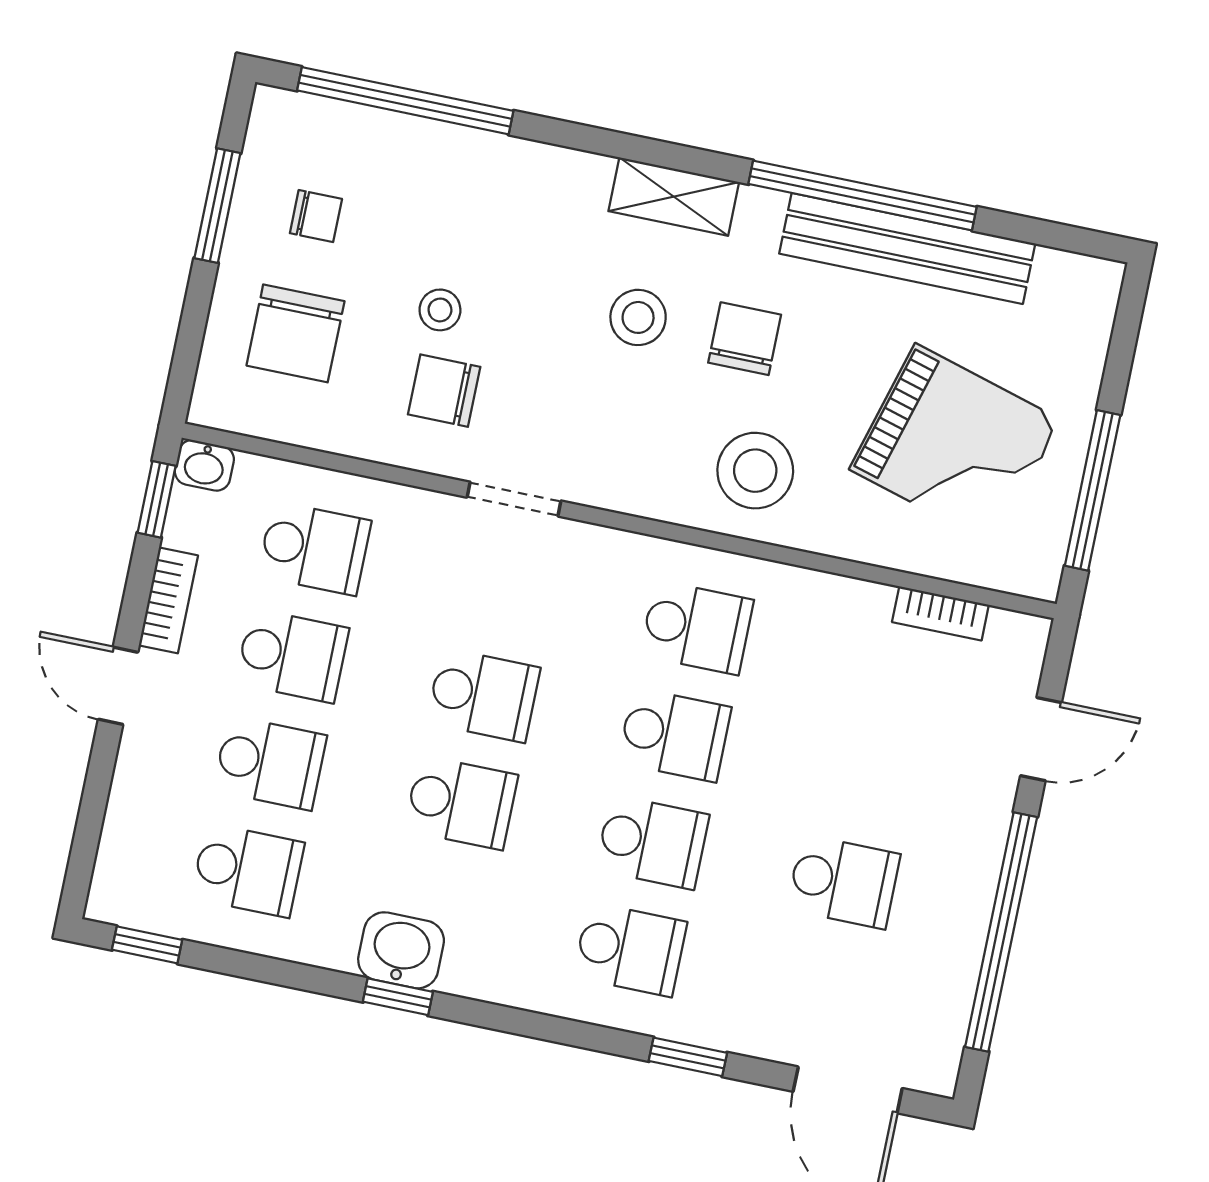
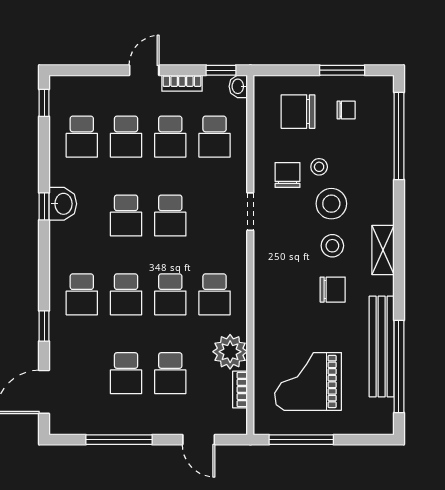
window: (863, 195) -> (399, 367), moved
chair: (316, 216) -> (346, 110), turned -90
grand piano: (955, 444) -> (308, 381), turned 74
stool: (755, 471) -> (331, 204), moved
plant: (844, 619) -> (230, 352), added
school desk: (866, 774) -> (170, 373), added
window: (1001, 932) -> (119, 440), width x0.68

